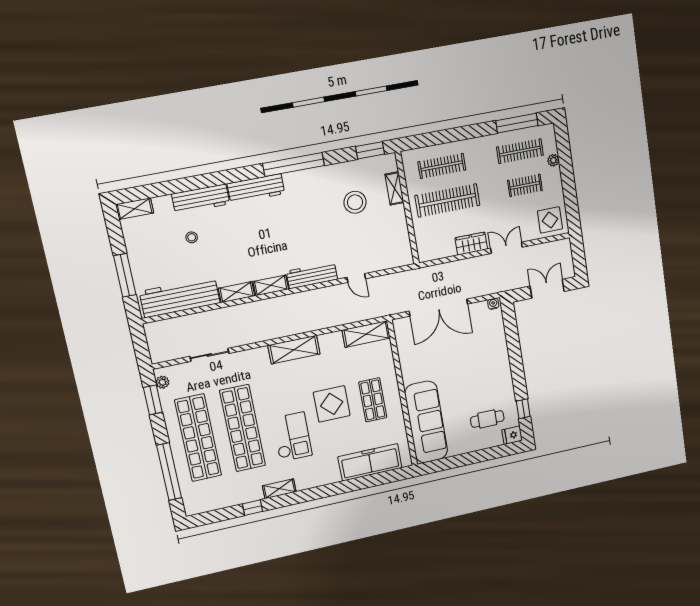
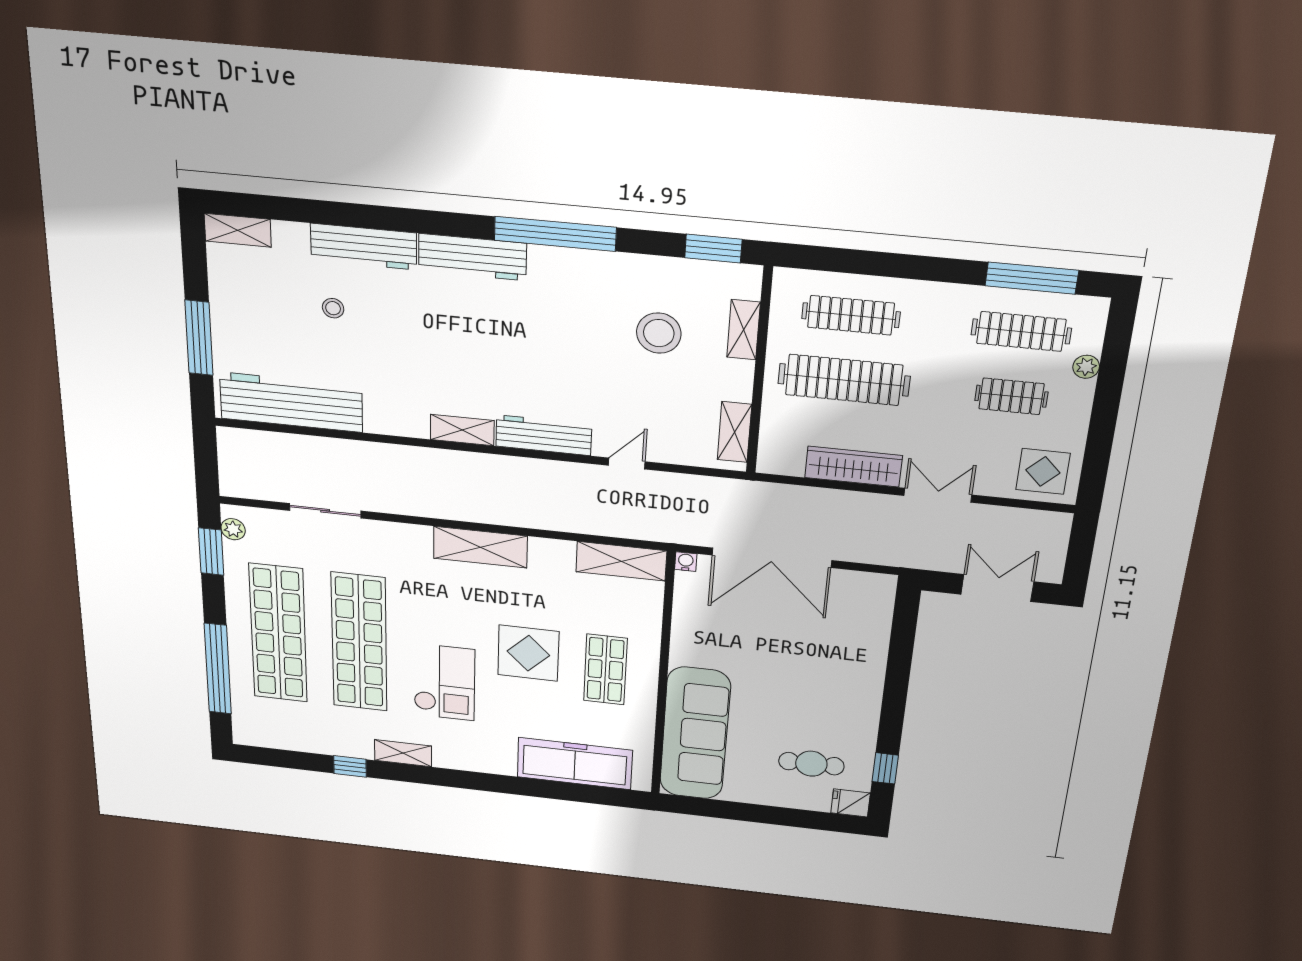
wardrobe: (471, 244) -> (853, 467), width x1.50
door: (356, 278) -> (627, 464), swing flipped
shelving: (237, 292) -> (734, 432), moved, turned 90
water cooler: (493, 304) -> (686, 562), moved

